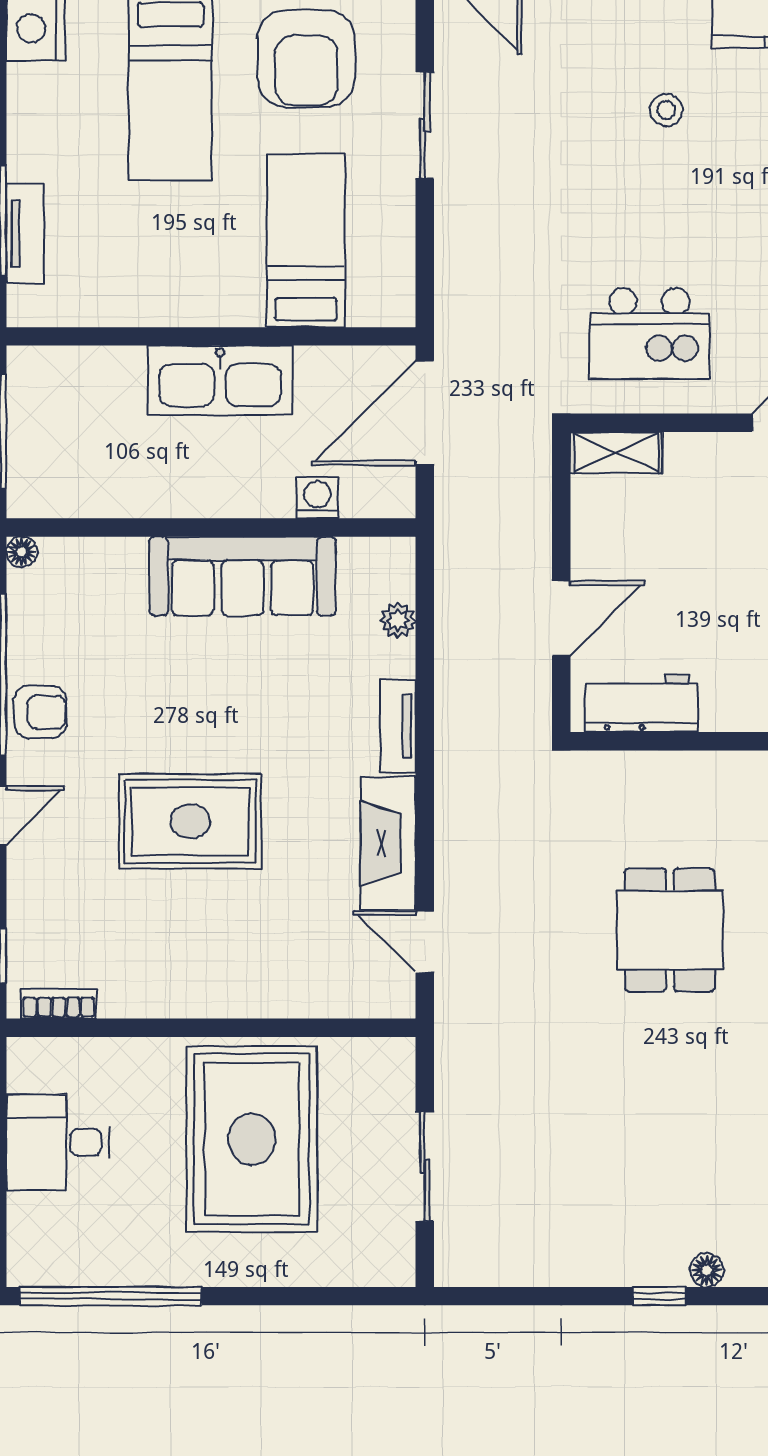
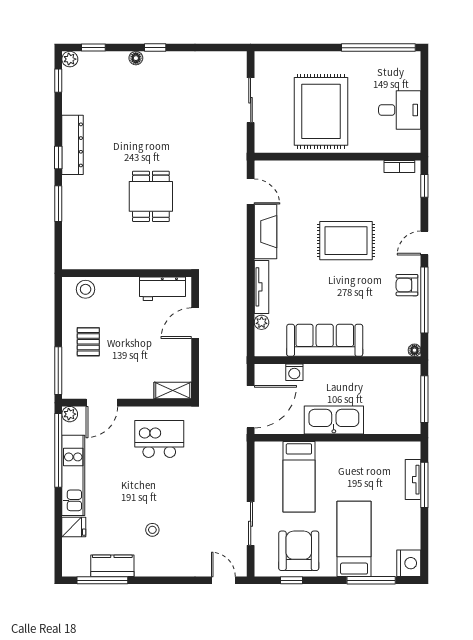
tv unit: (398, 726) -> (262, 287), width x1.41

